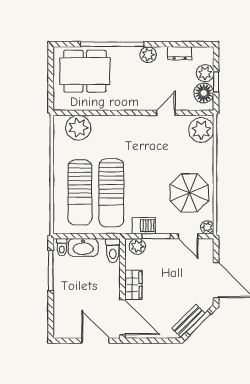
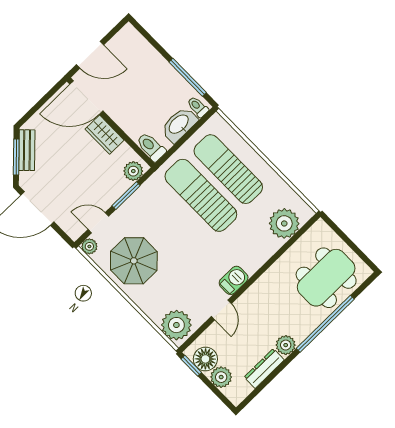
dresser: (180, 53) -> (264, 368), width x1.44
window: (216, 82) -> (191, 366), moved
barbecue: (144, 226) -> (234, 280), moved, turned 180

